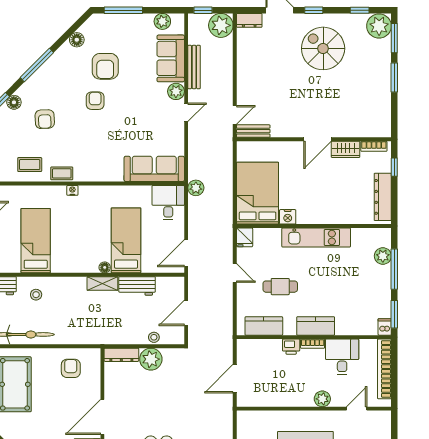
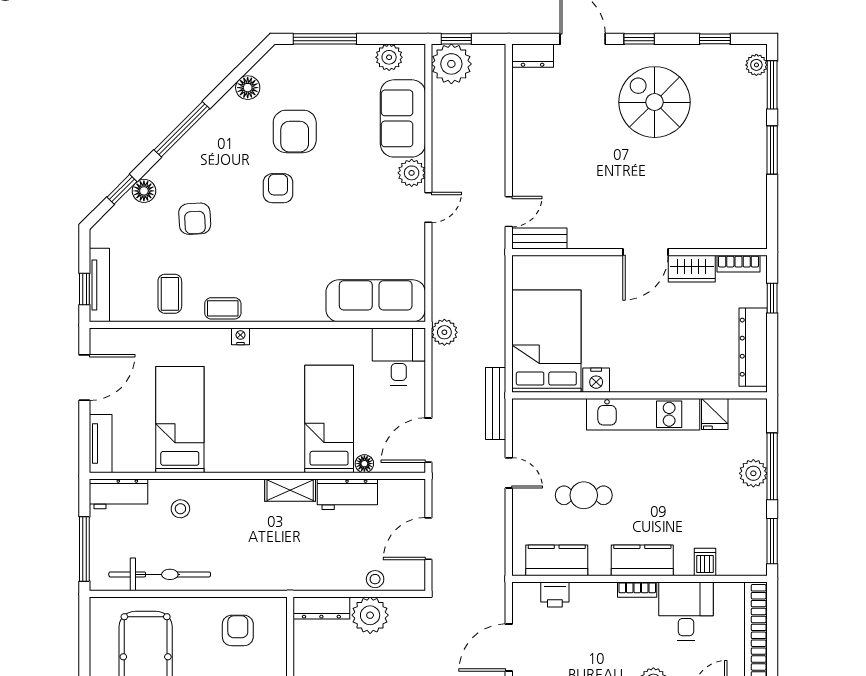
plant: (221, 25) -> (451, 64), moved
plant: (379, 26) -> (756, 65), width x0.53, depth x0.53
bench: (194, 67) -> (496, 403), moved
coffee table: (30, 165) -> (170, 294), turned 90
fridge: (245, 237) -> (715, 414), moved
plant: (383, 256) -> (753, 473), moved
floor lamp: (105, 267) -> (364, 464), moved
dishwasher: (385, 327) -> (705, 562), moved
printer: (291, 347) -> (555, 595), moved

